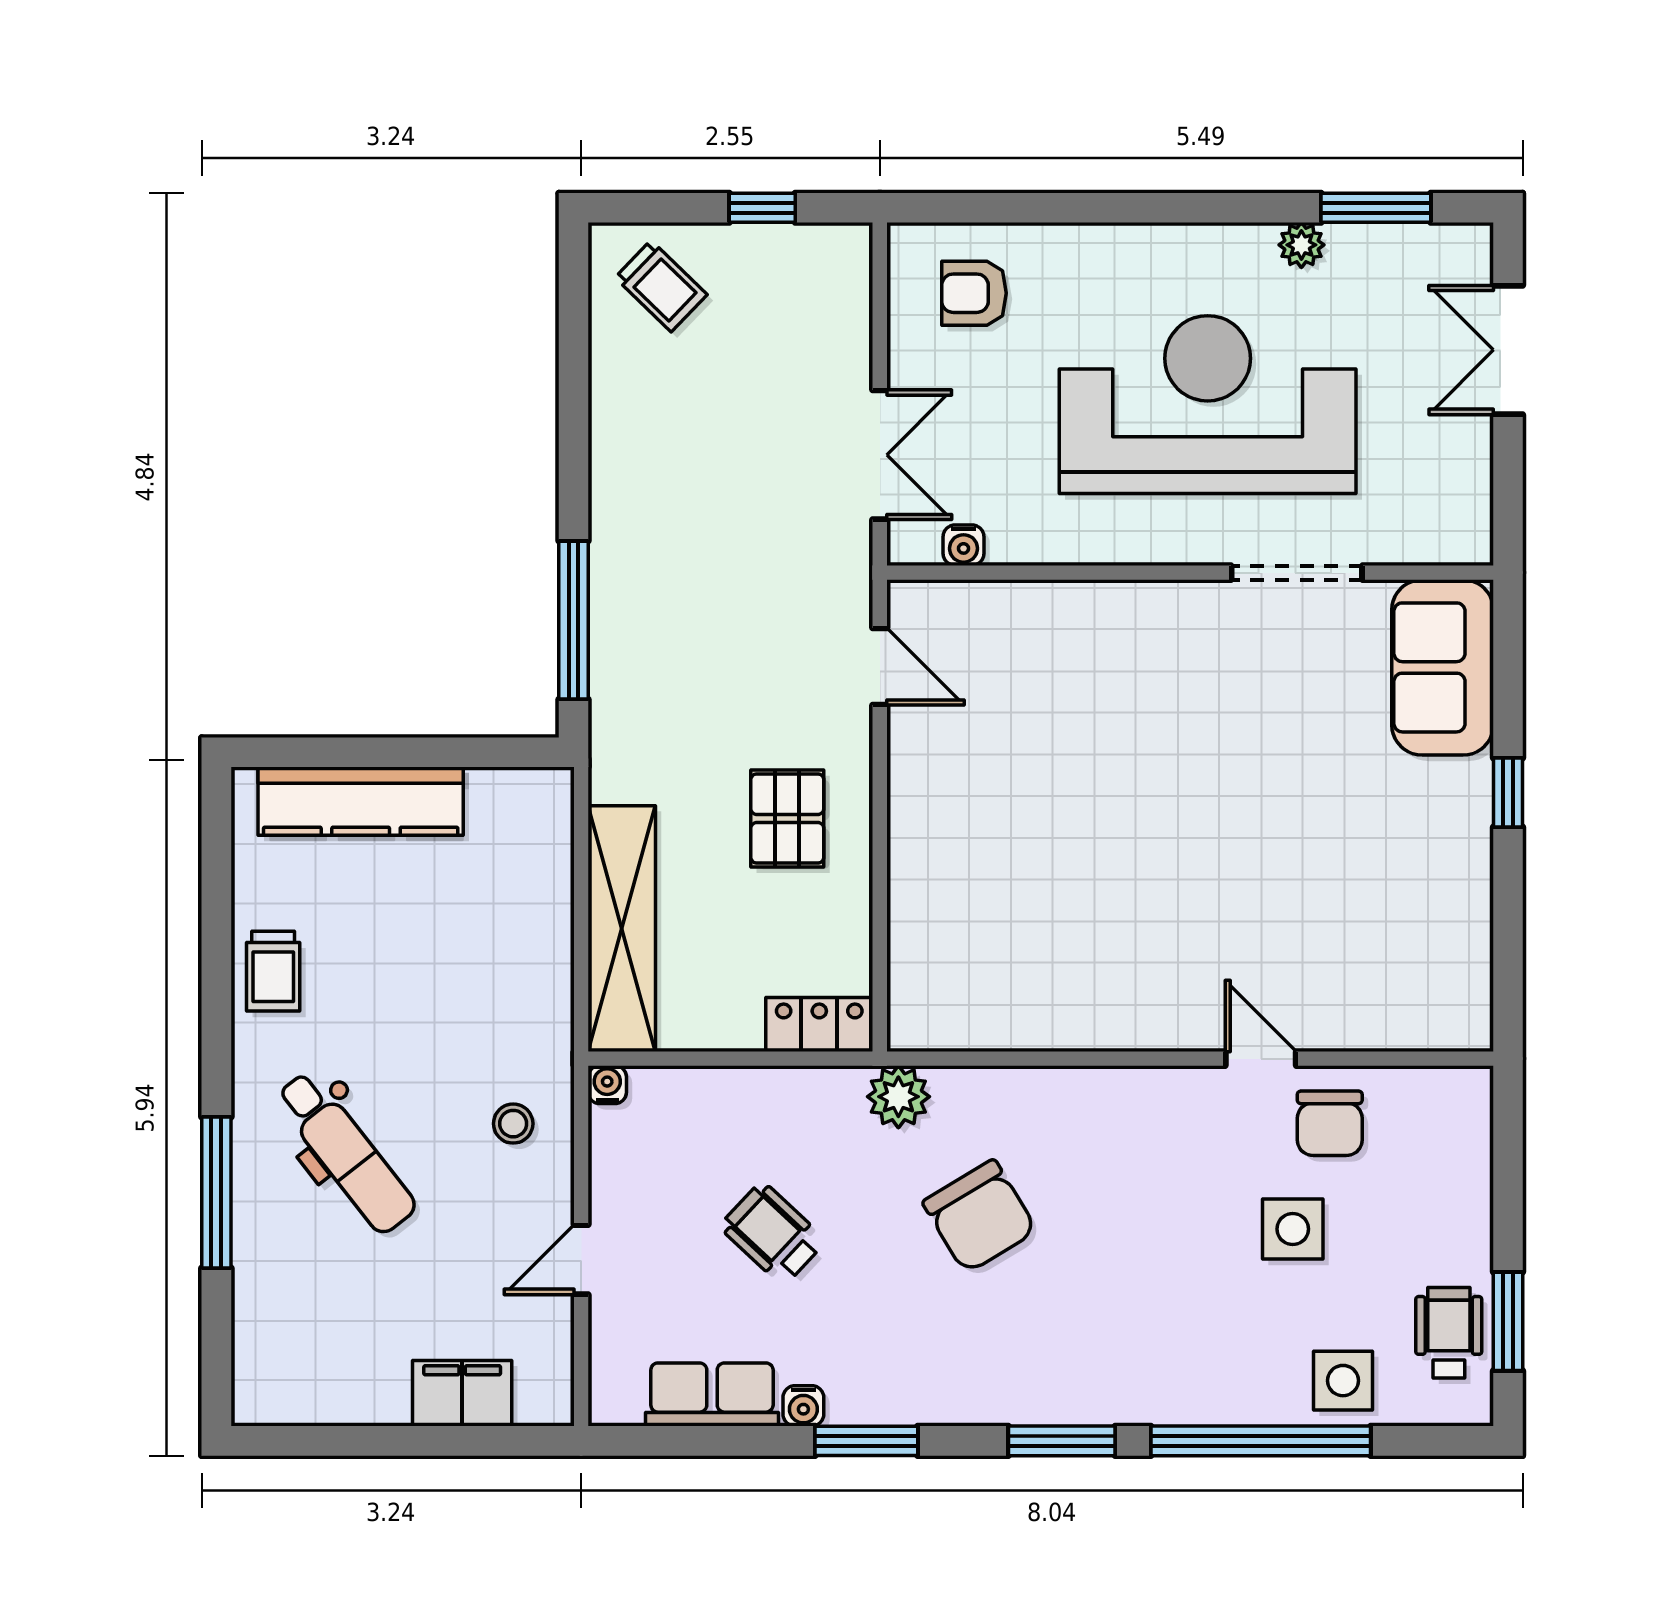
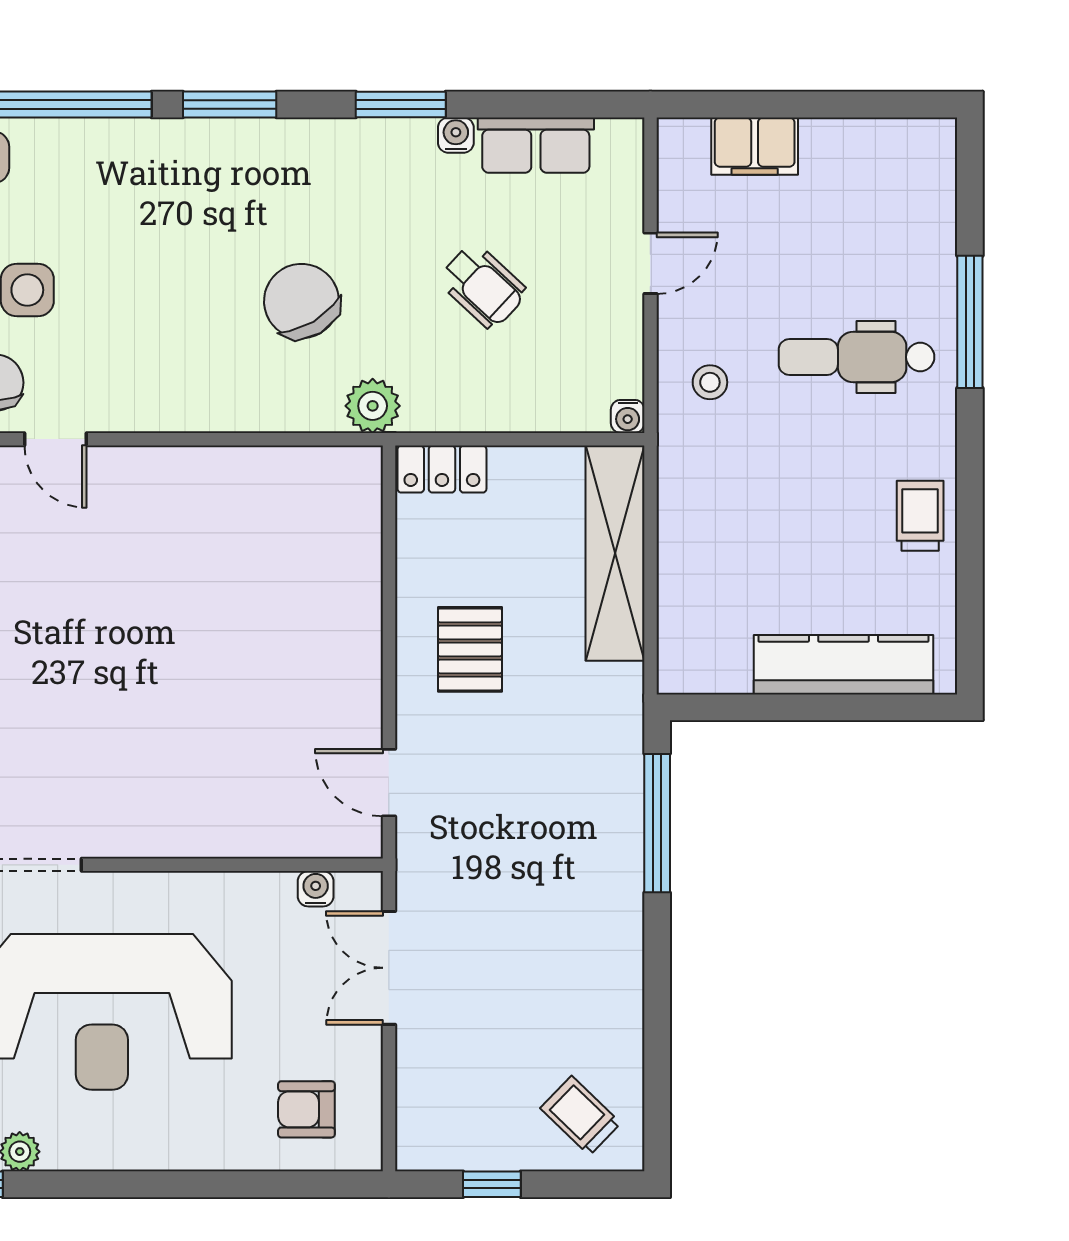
armchair: (974, 293) -> (306, 1109), turned 180
dental chair: (346, 1152) -> (857, 357), turned -52

